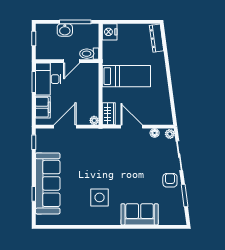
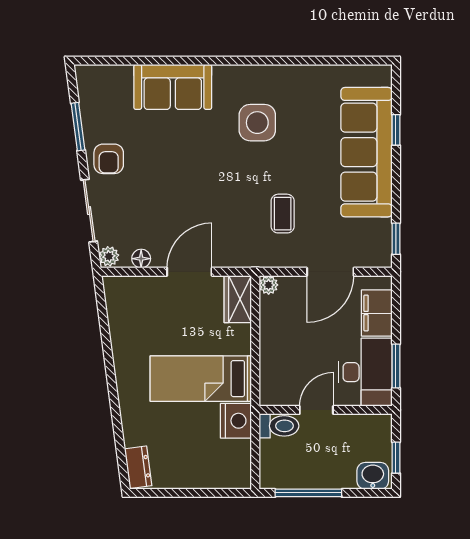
washbasin: (65, 30) -> (373, 476), moved
nightstand: (110, 32) -> (236, 421), moved
dresser: (157, 38) -> (138, 467), width x0.70
door: (132, 127) -> (189, 272), swing flipped
coffee table: (88, 154) -> (283, 214), added

